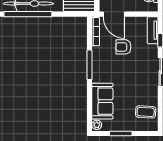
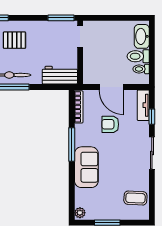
door: (114, 14) -> (111, 87), moved
sofa: (102, 101) -> (86, 167), moved

